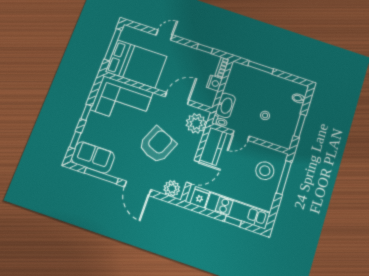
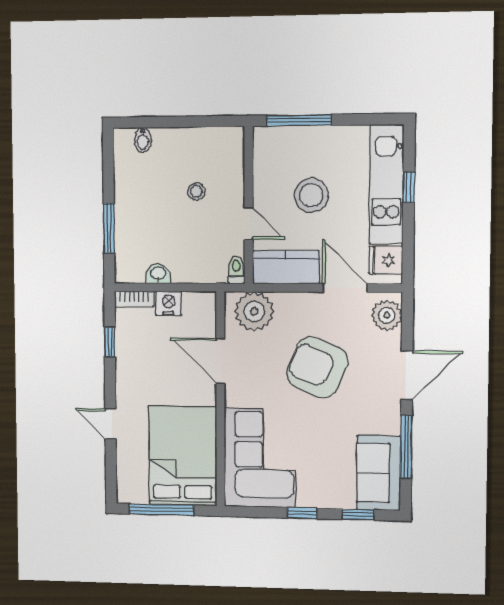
washbasin: (226, 105) -> (158, 274), moved, width x0.52, depth x0.69
window: (300, 126) -> (193, 122), removed
stool: (265, 171) -> (311, 195), moved

